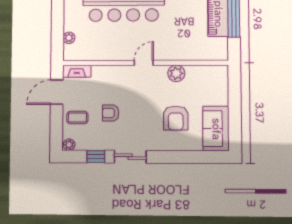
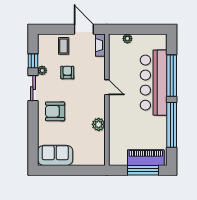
door: (144, 63) -> (107, 87), moved
armchair: (176, 118) -> (55, 111), moved
plant: (69, 145) -> (42, 70), moved

